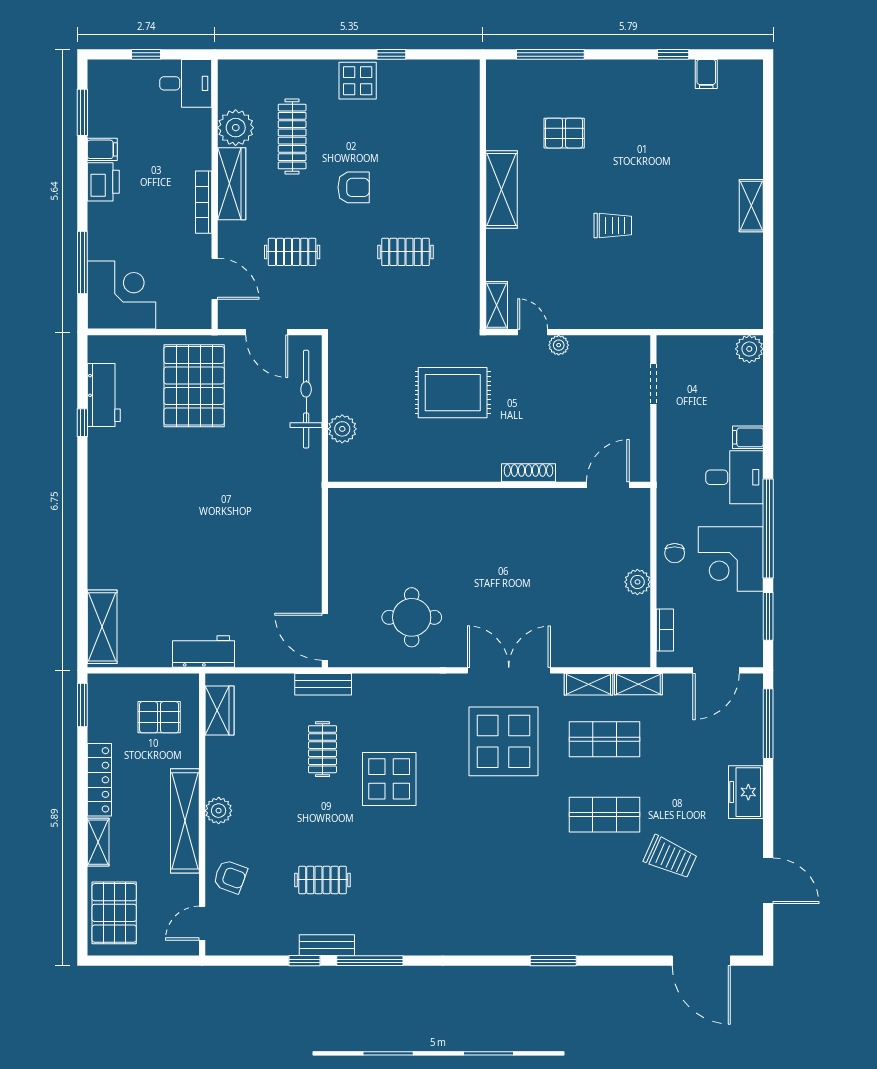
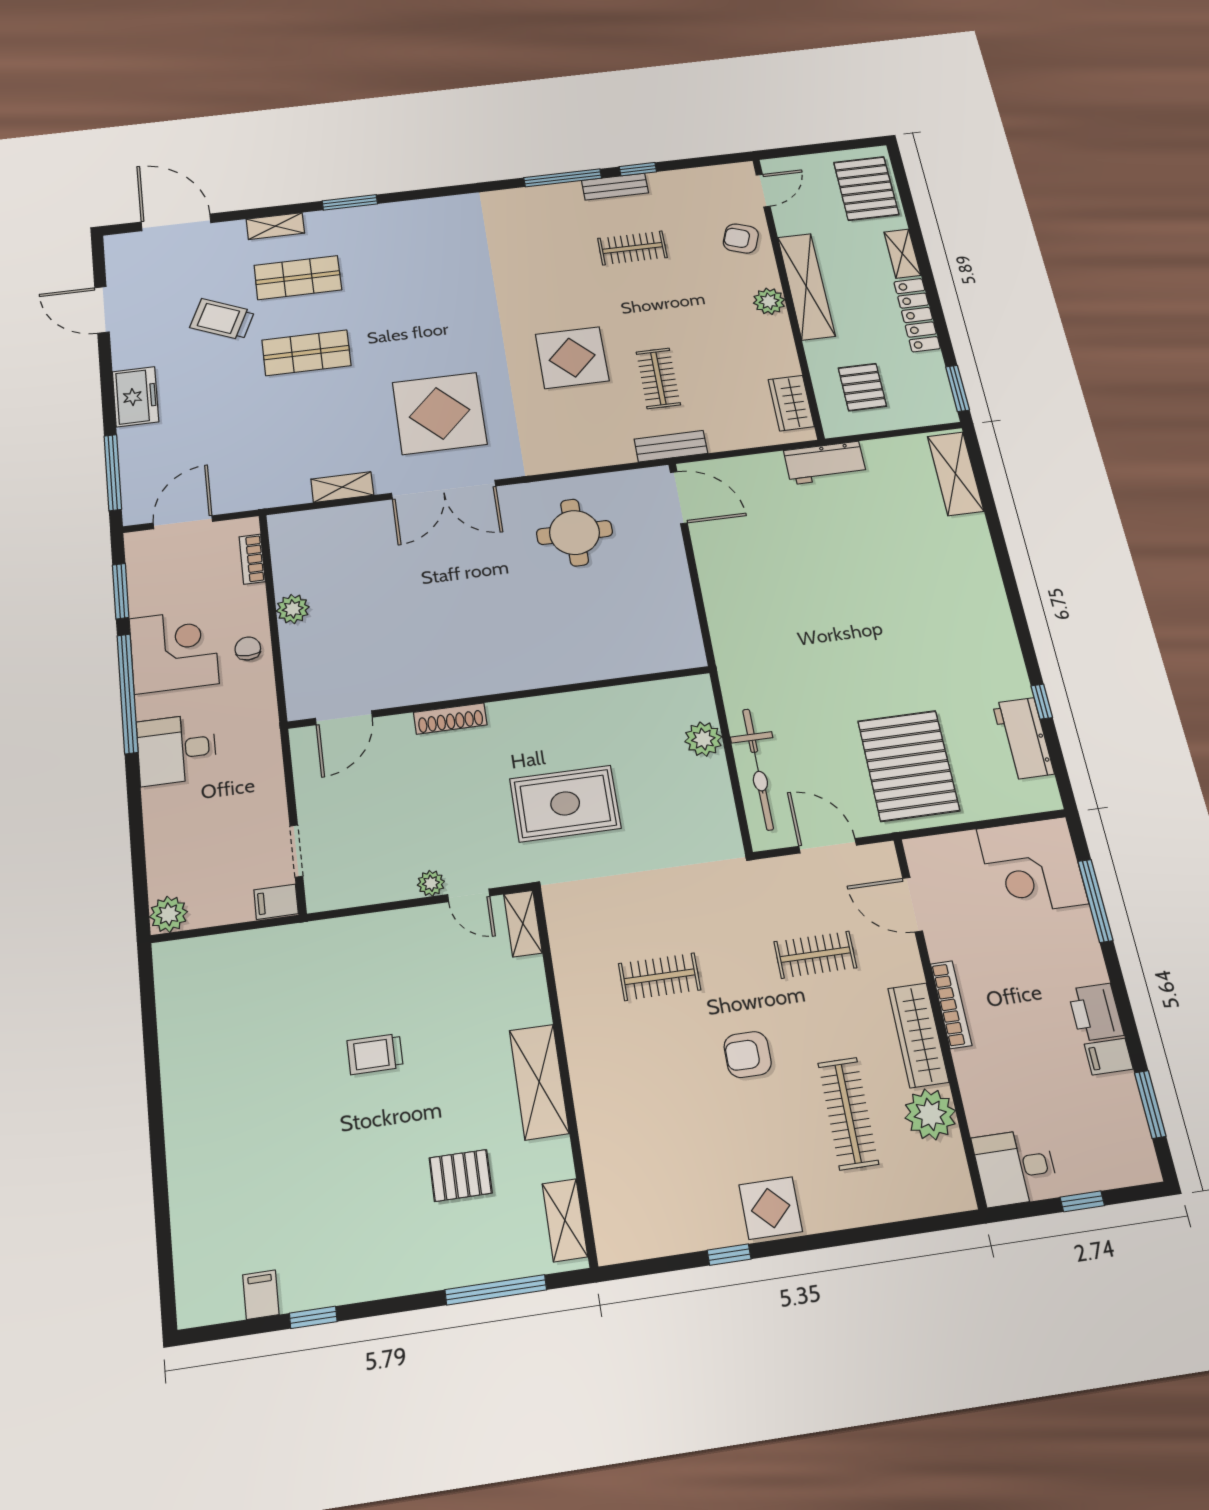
shelving: (751, 206) -> (565, 1220), moved
filing cabinet: (748, 437) -> (276, 902), moved, turned 180
shelving: (638, 684) -> (275, 226), moved
pallet: (159, 717) -> (862, 387), turned 90
shop shelf: (604, 739) -> (298, 278), moved

